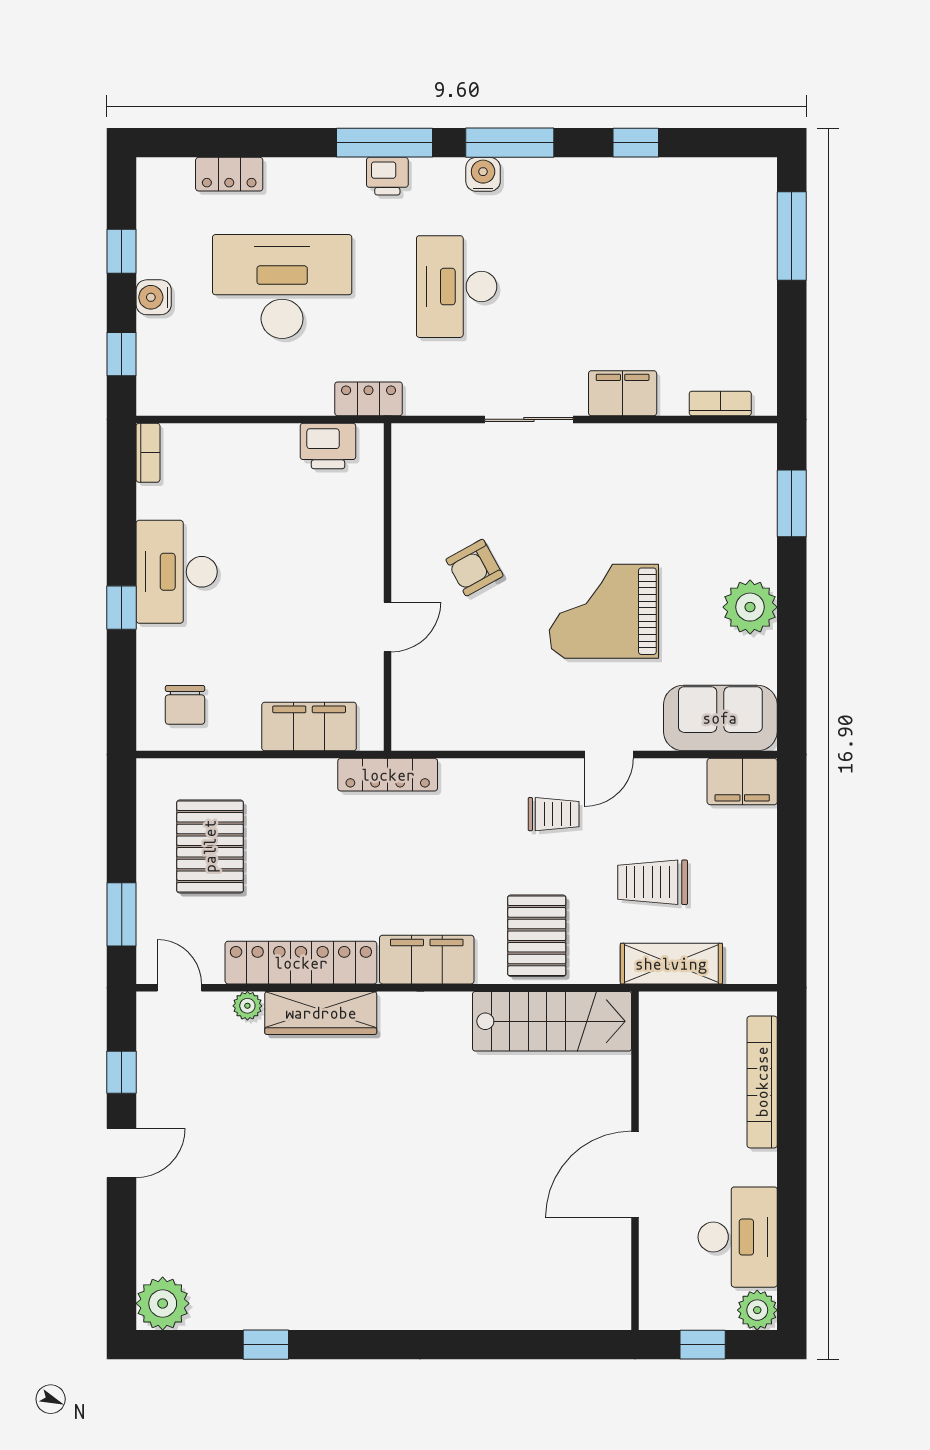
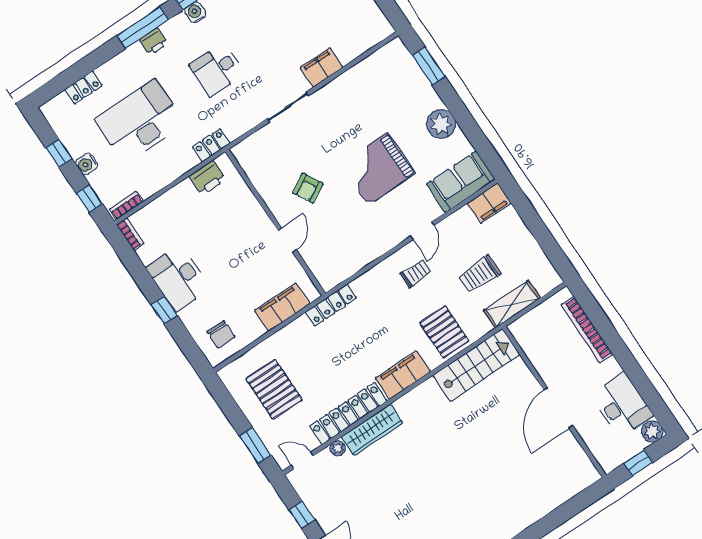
desk: (457, 287) -> (217, 70), width x0.73
bookcase: (720, 403) -> (126, 205), moved

